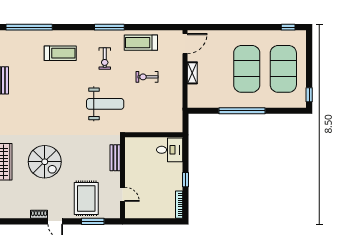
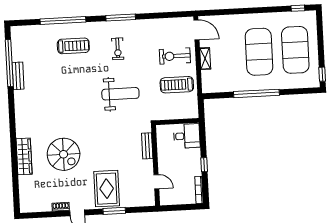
window: (29, 27) -> (63, 21), moved
treadmill: (141, 43) -> (177, 85), moved
door: (185, 44) -> (196, 30), hinge flipped
exercise bike: (147, 77) -> (175, 56), moved, width x1.38, depth x1.39
bench: (115, 158) -> (147, 146), moved
wall: (123, 178) -> (156, 165), moved
door: (123, 194) -> (156, 182), moved

